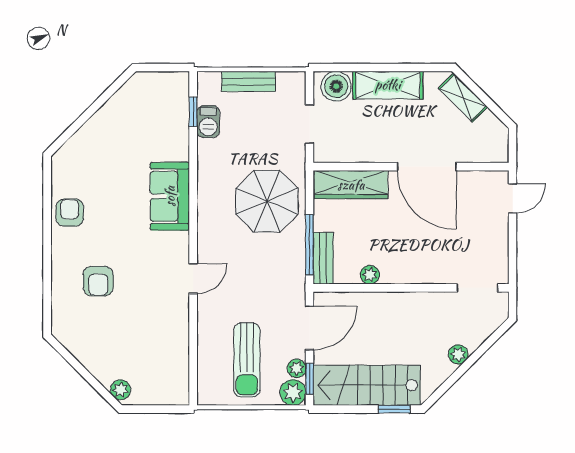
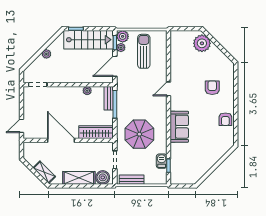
bench: (248, 81) -> (132, 180), moved
parasol: (267, 201) -> (139, 134), moved
plant: (121, 390) -> (202, 43), width x1.87, depth x1.87

